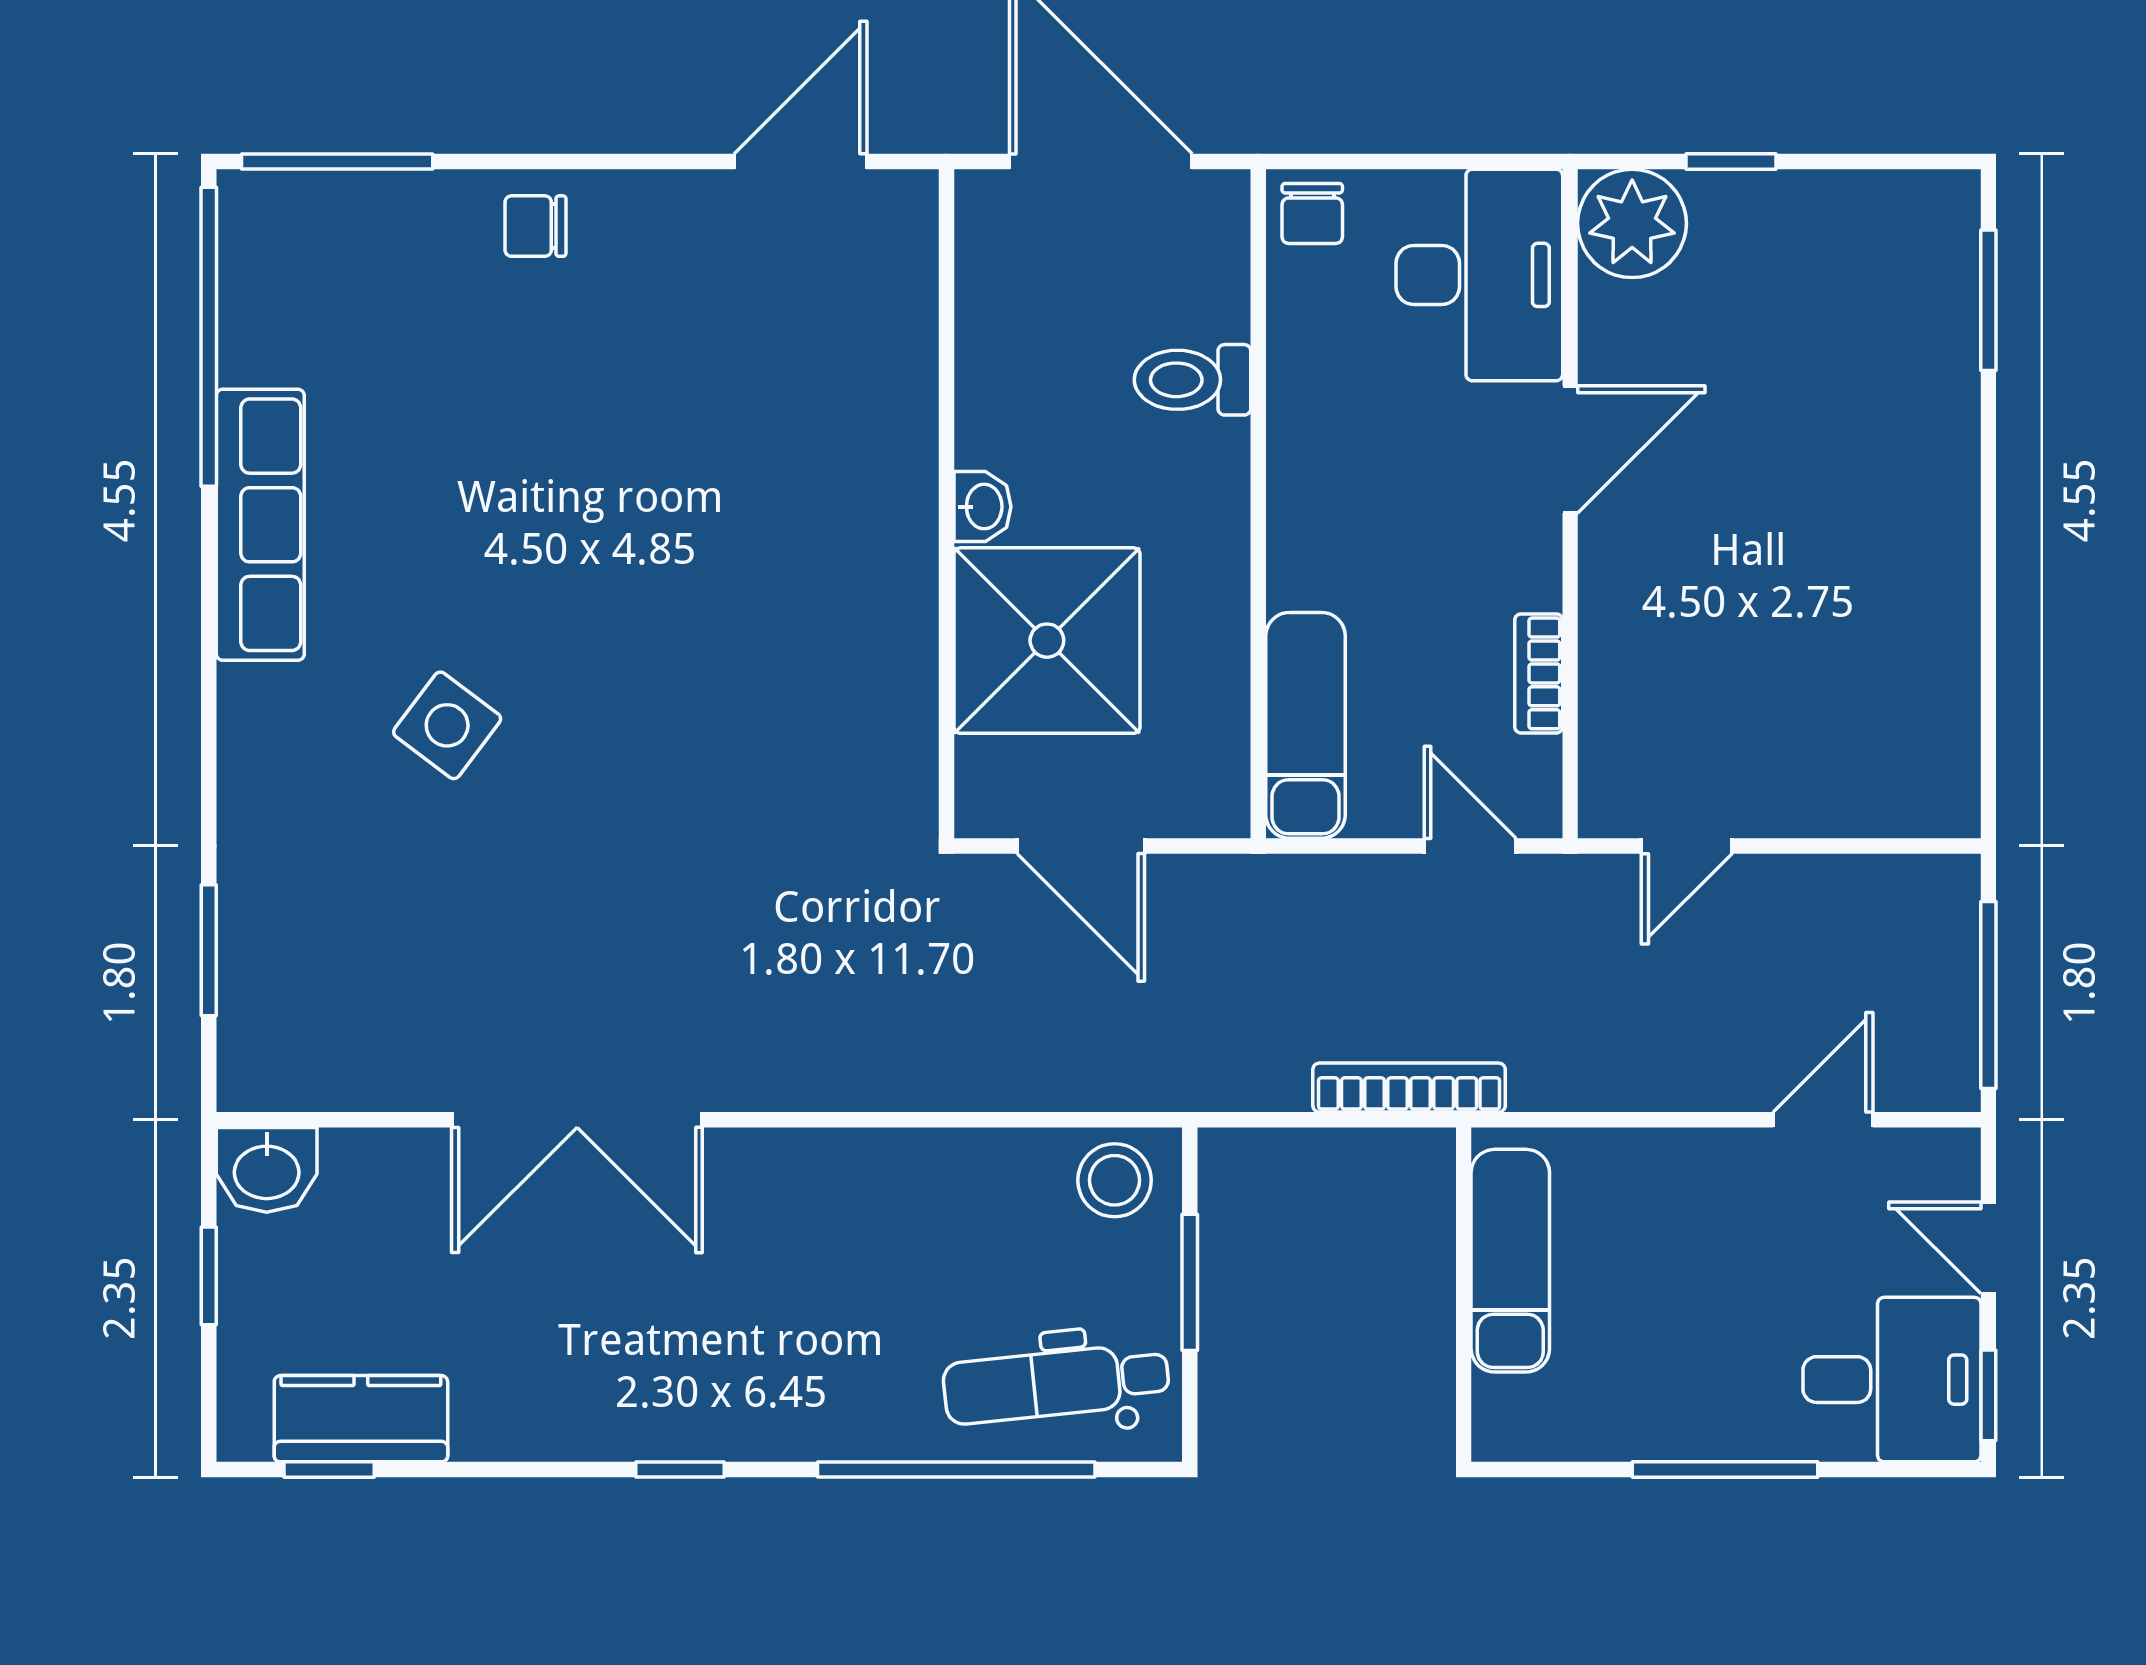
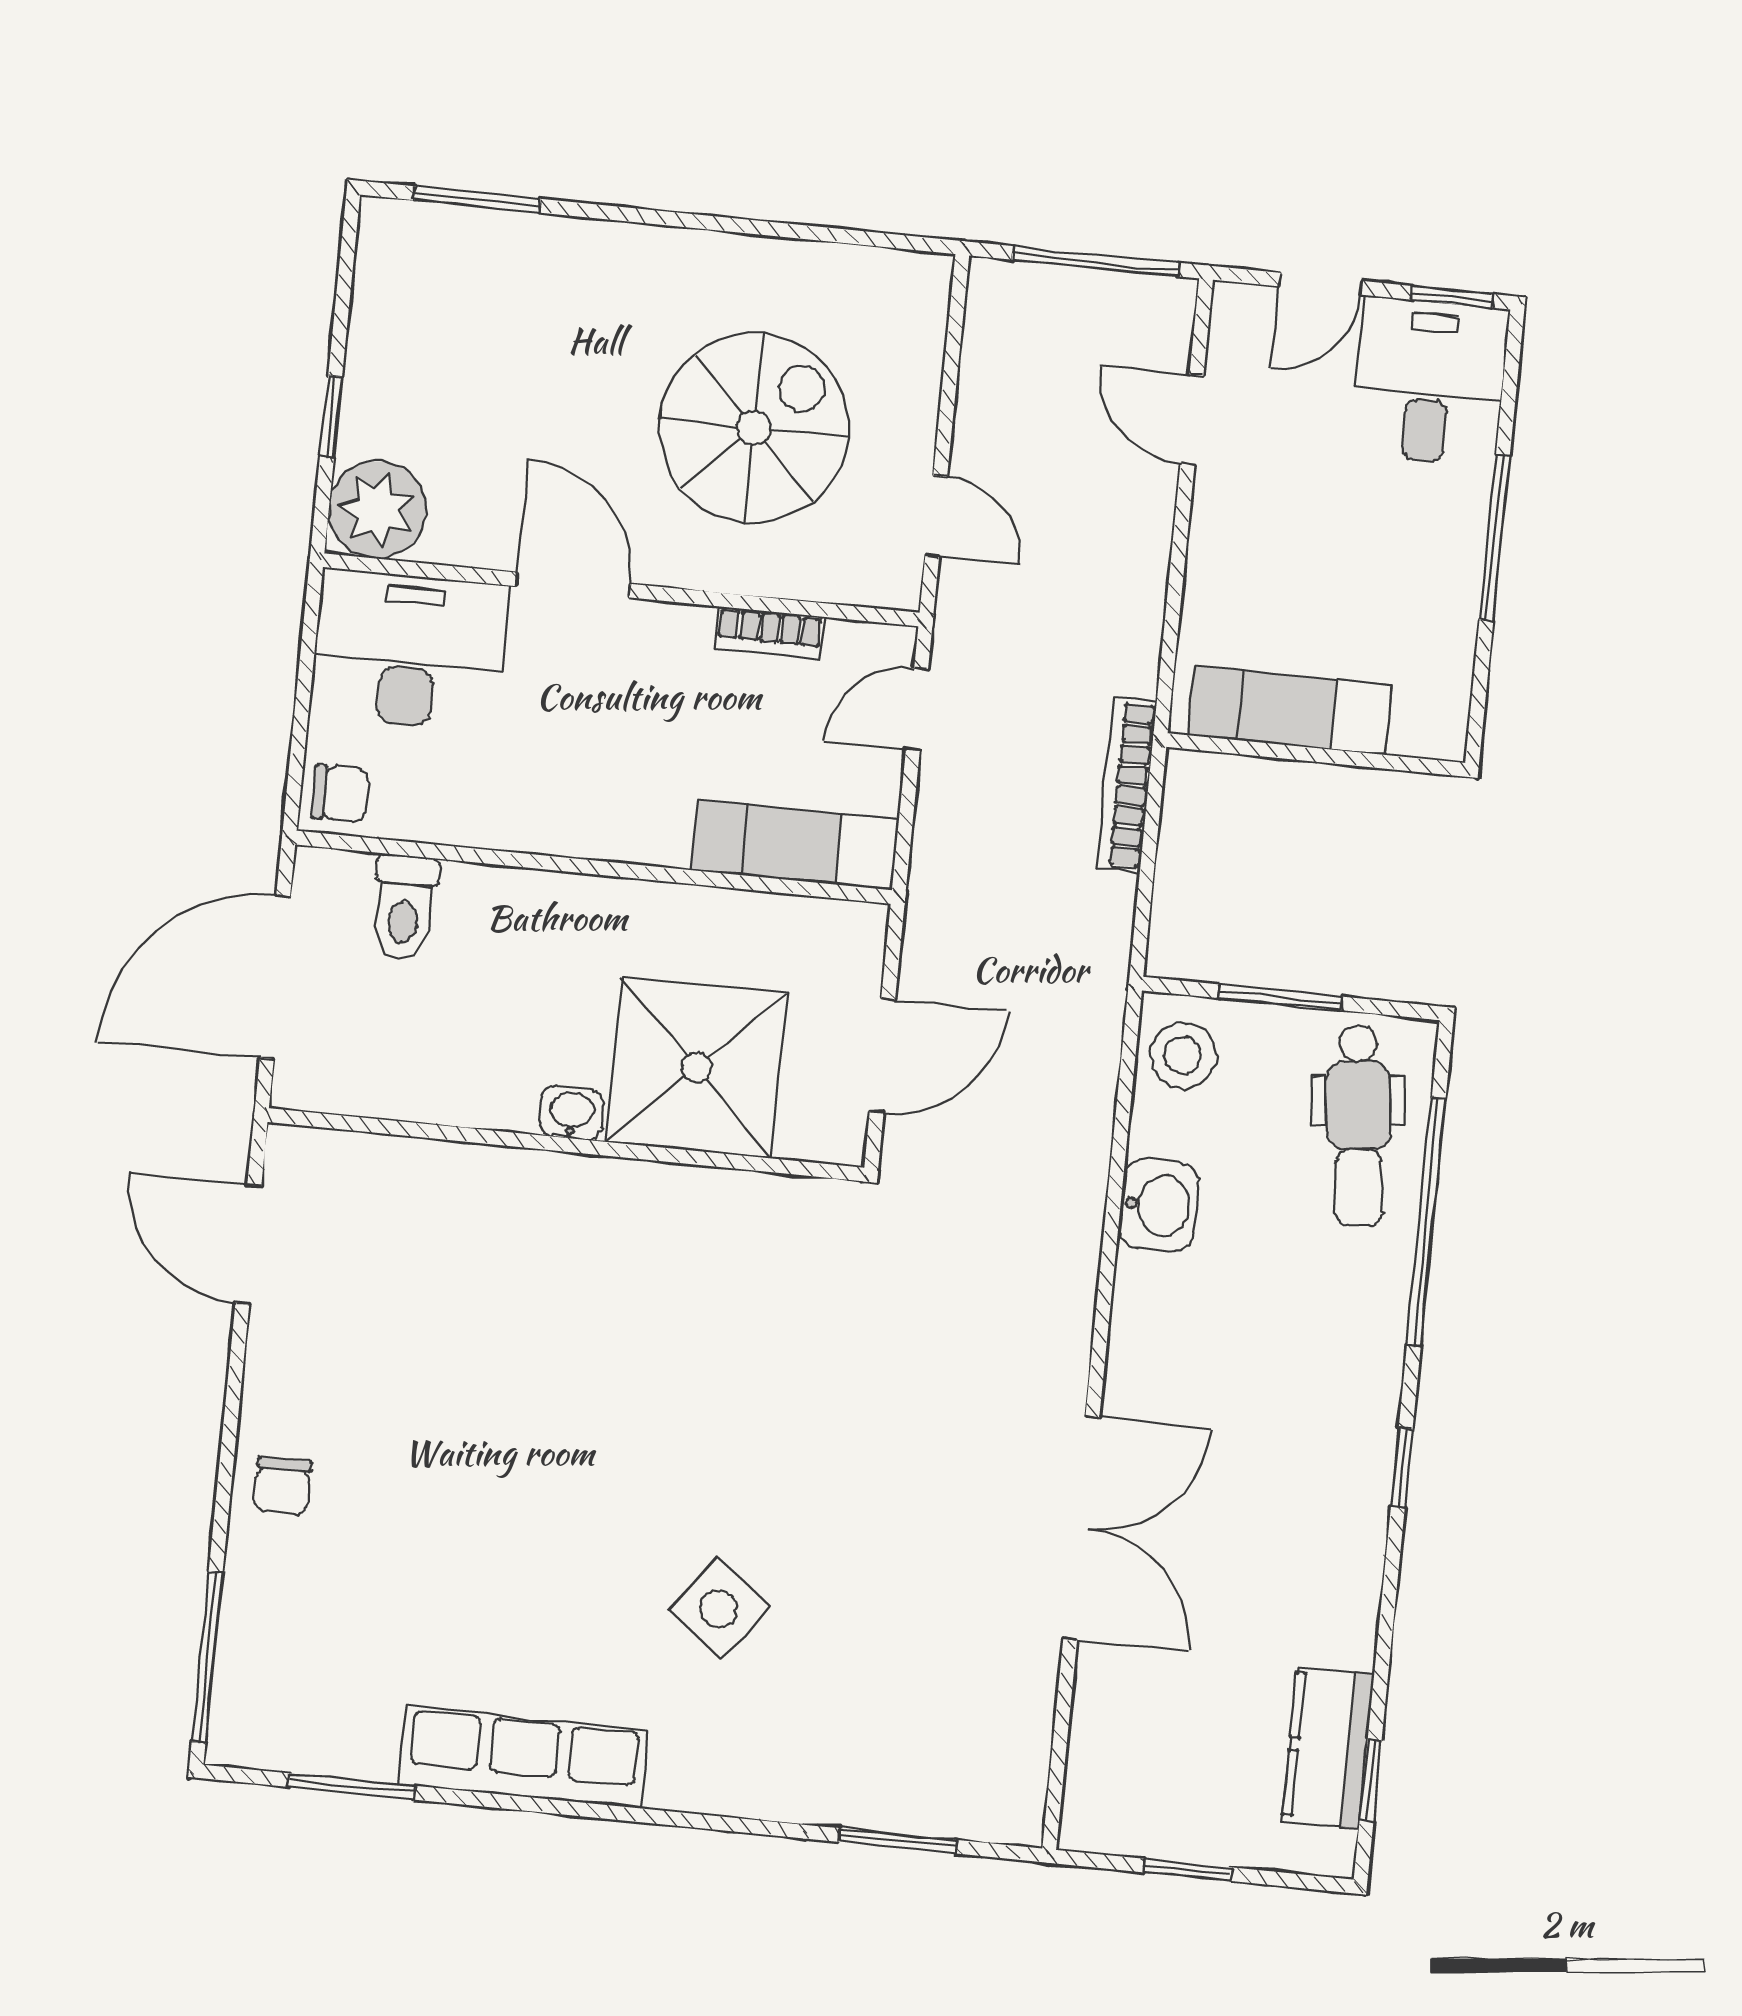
window: (209, 337) -> (352, 1786), width x0.47
toilet: (1193, 380) -> (404, 908), moved
spiral stairs: (1765, 633) -> (754, 428), added
washbasin: (267, 1170) -> (1159, 1205), moved

